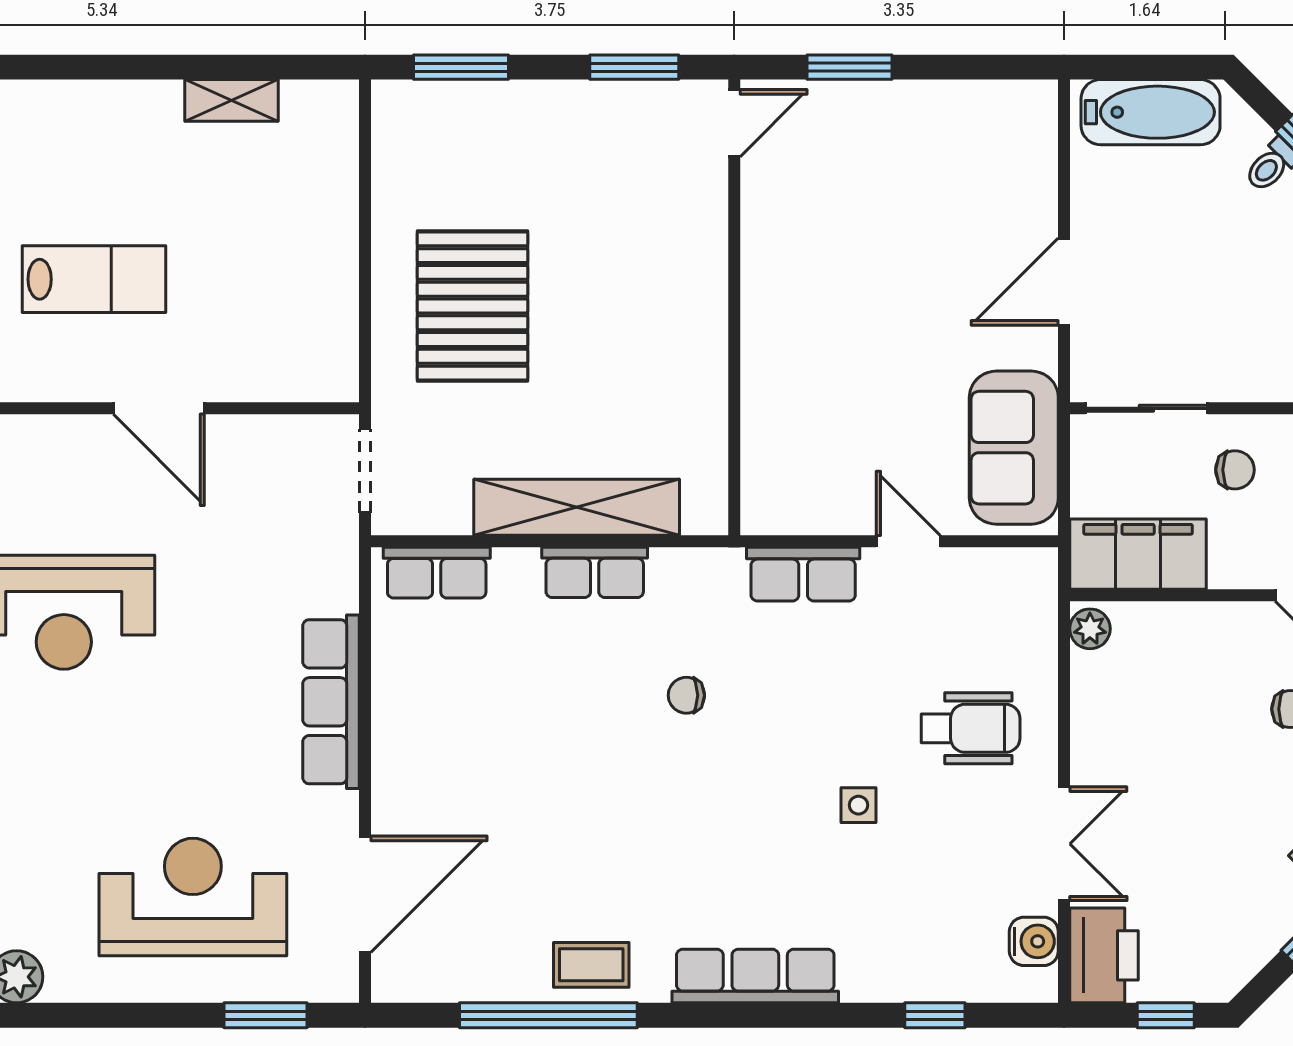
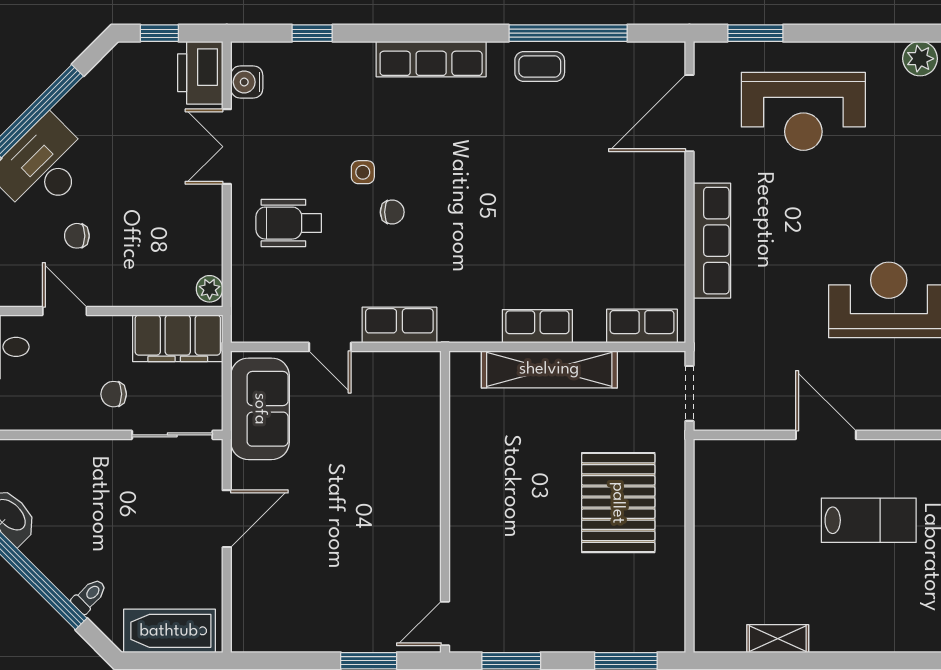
lab bench: (94, 279) -> (869, 520), turned 180
chair: (686, 695) -> (392, 212), moved

